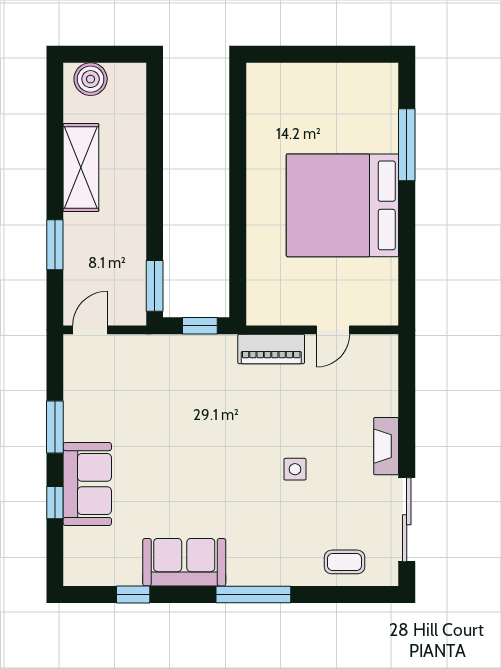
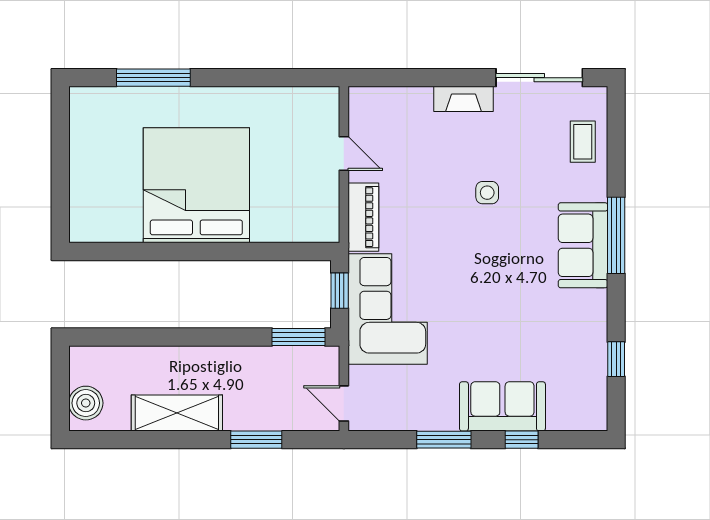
bed: (342, 205) -> (196, 185), moved, turned 180
corner sofa: (182, 372) -> (388, 309), added
sofa: (184, 562) -> (583, 245), moved

